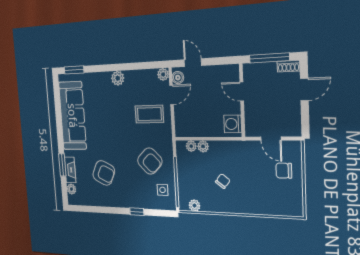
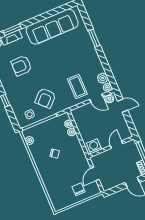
door: (193, 63) -> (123, 106), hinge flipped
window: (74, 70) -> (94, 38), moved
plant: (118, 78) -> (103, 78), moved
armchair: (104, 173) -> (21, 66), turned 65

